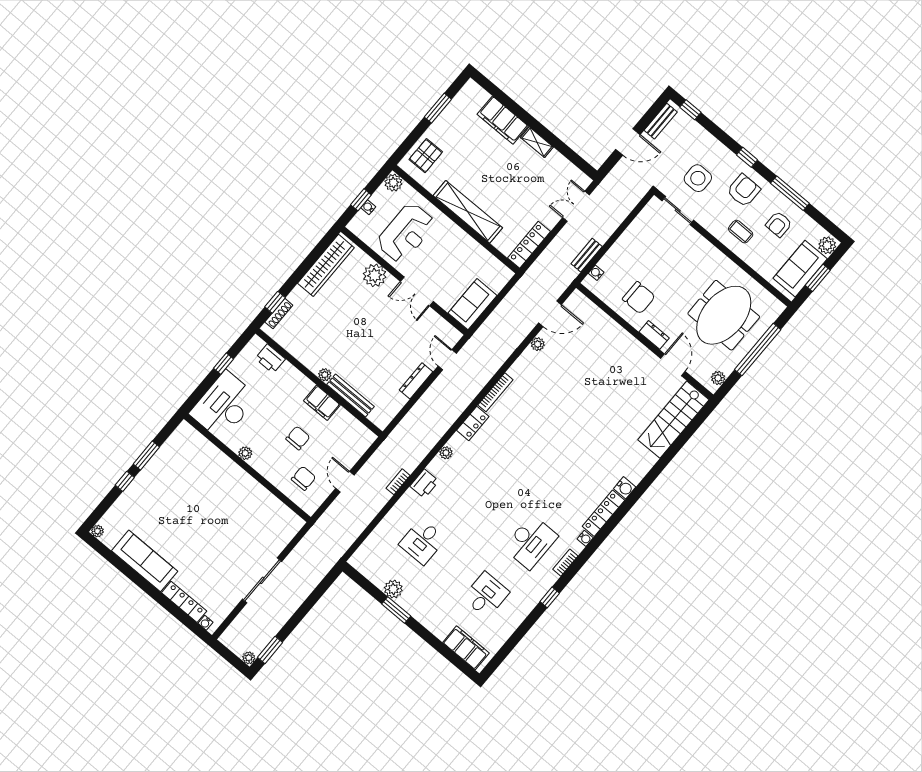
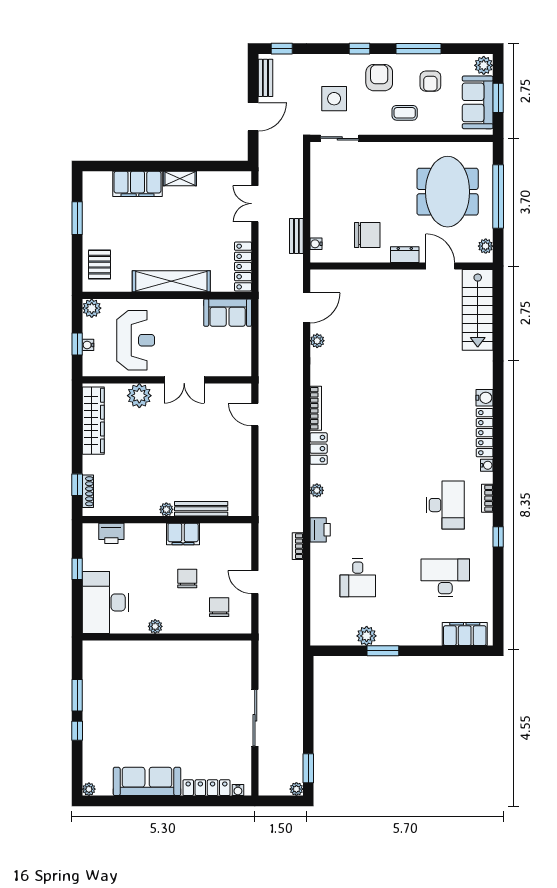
sofa: (472, 304) -> (228, 313), moved, turned -90
dresser: (416, 381) -> (244, 453), removed
desk: (486, 595) -> (445, 578), width x1.37

